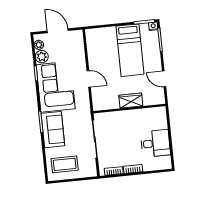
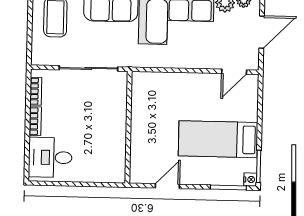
door: (89, 79) -> (234, 72), moved
wardrobe: (131, 101) -> (140, 131), removed
desk: (155, 143) -> (50, 157), moved, turned 90

